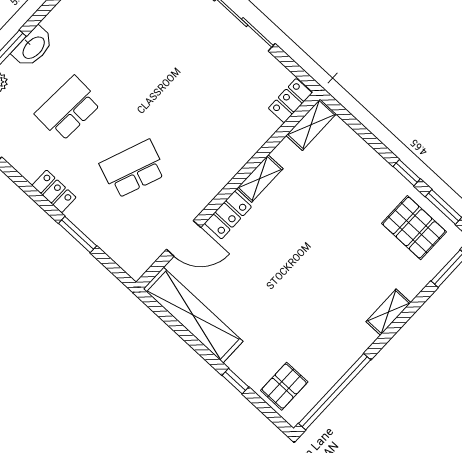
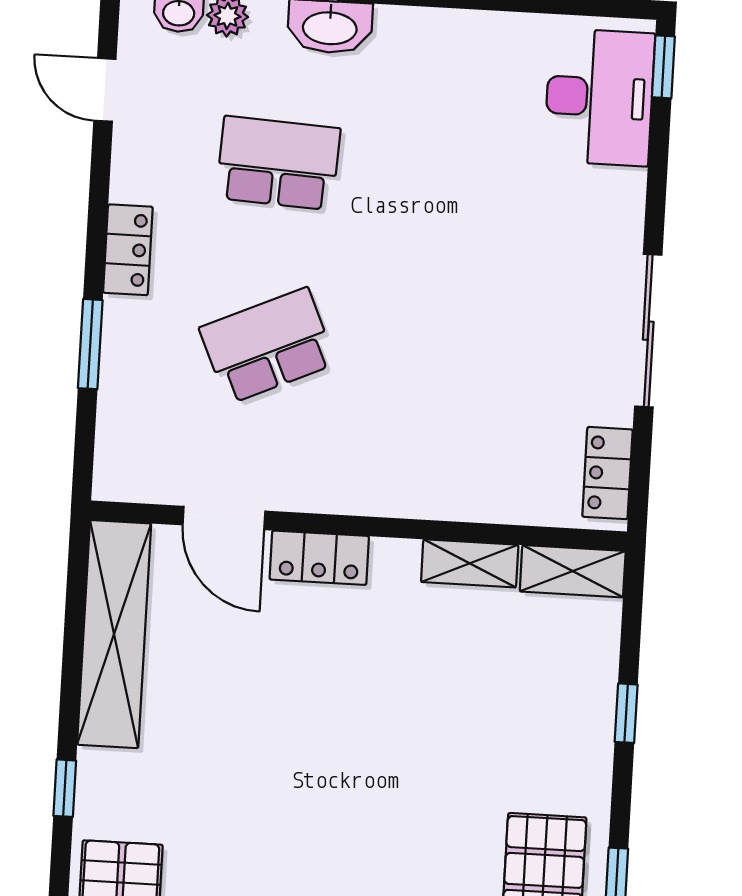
locker: (290, 101) -> (607, 473), moved, turned -90
school desk: (133, 169) -> (268, 346), turned -45
window: (407, 173) -> (626, 713), moved
shelving: (260, 179) -> (470, 563), moved

